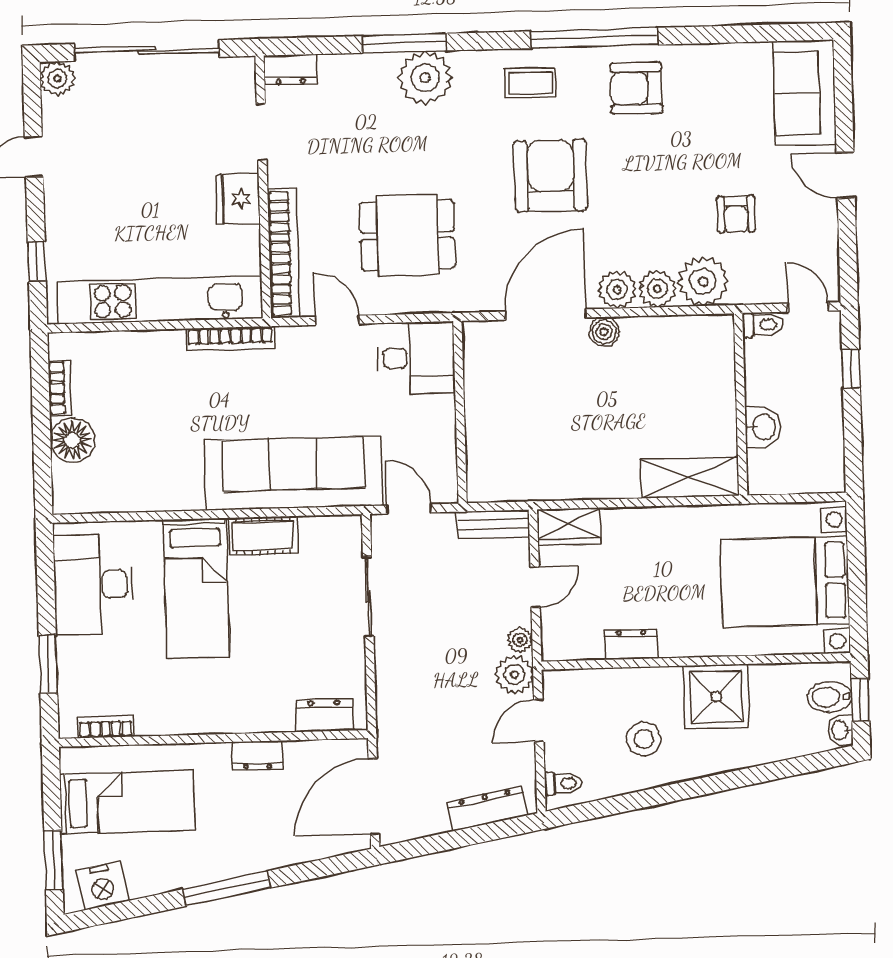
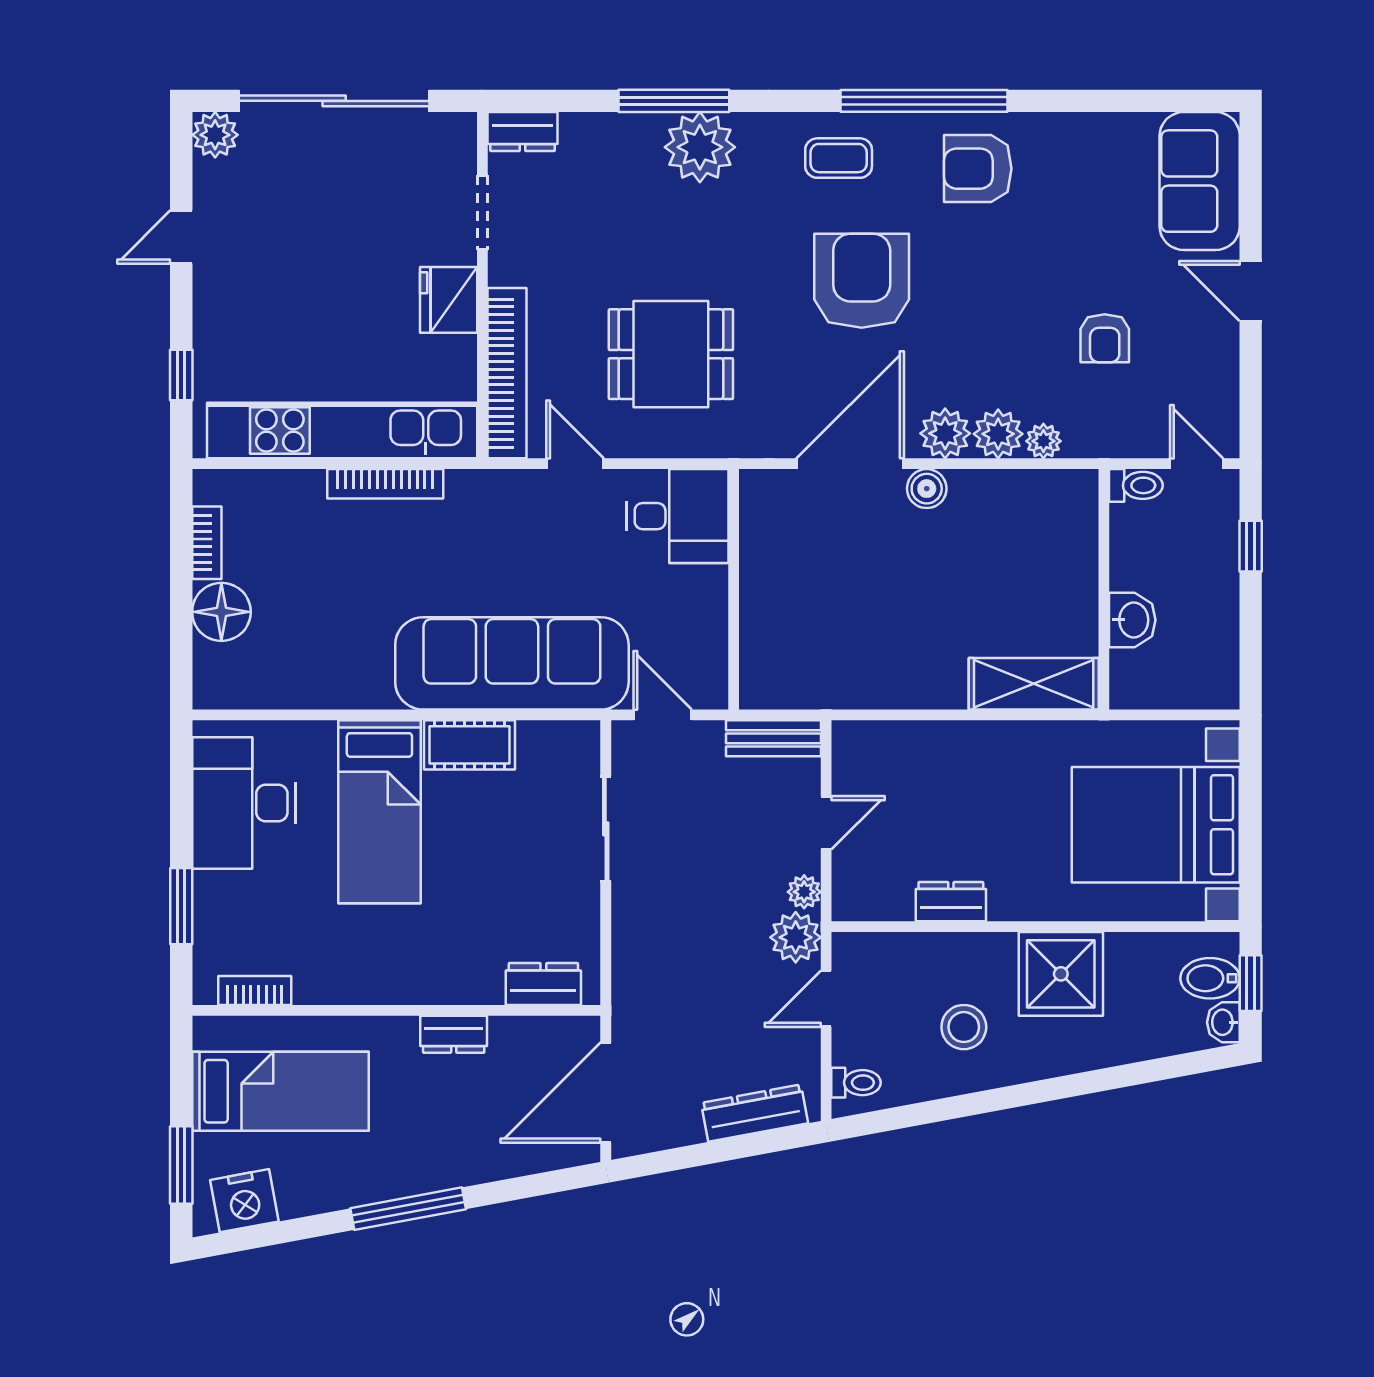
plant: (703, 281) -> (1043, 441), width x0.53, depth x0.53
bookcase: (230, 339) -> (385, 484), moved
wardrobe: (569, 527) -> (873, 744), removed

